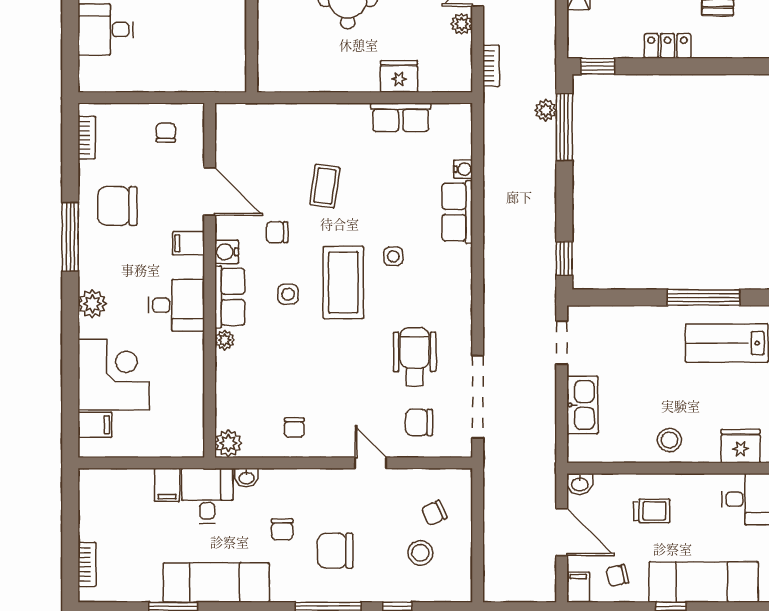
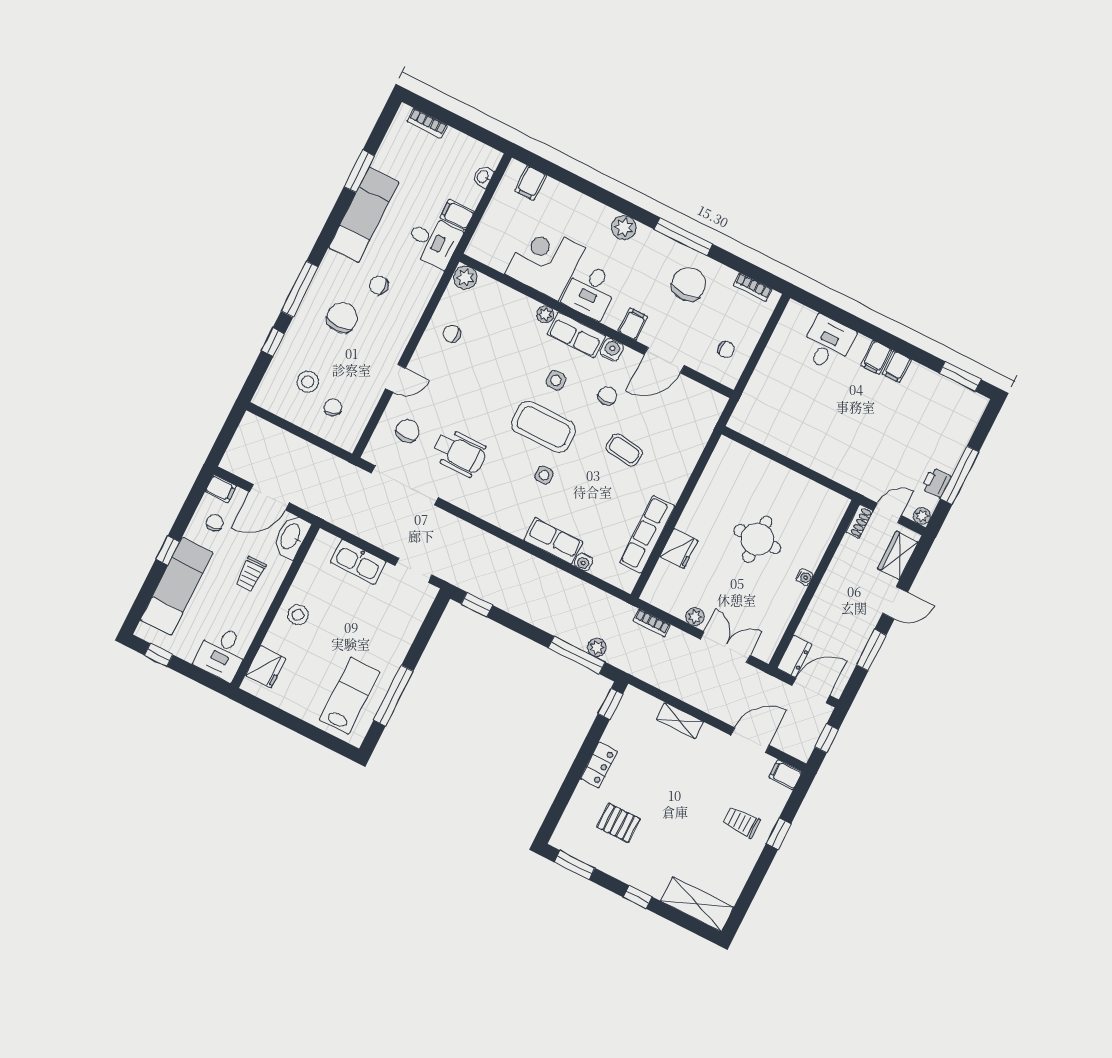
row of seats: (401, 117) -> (647, 534), width x1.48
corner desk: (114, 375) -> (545, 261), moved, turned 180
washbasin: (247, 478) -> (483, 177), moved
washbasin: (580, 484) -> (291, 537), width x1.91, depth x1.45

